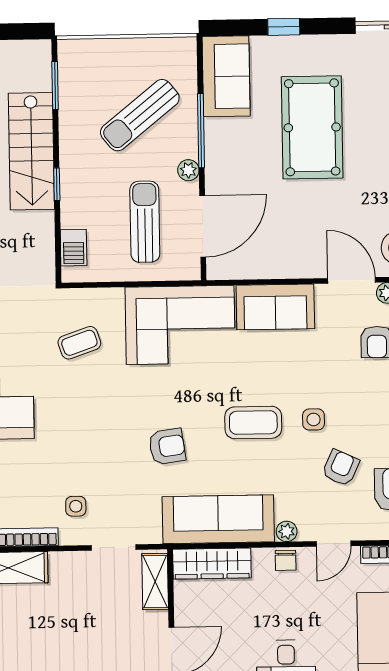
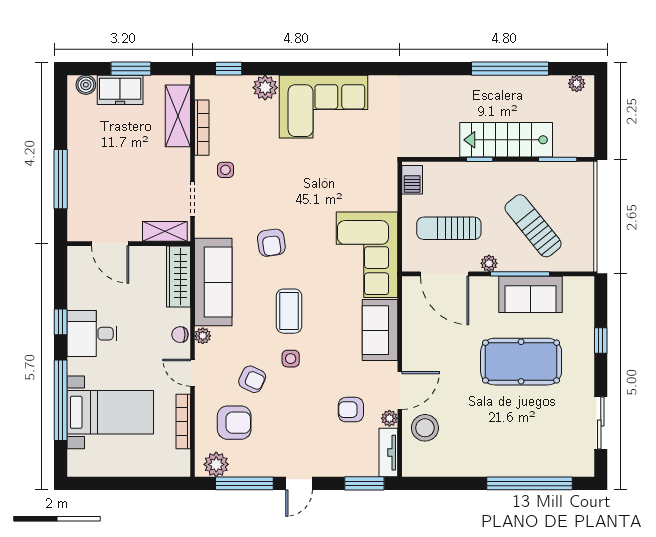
sofa: (226, 76) -> (530, 294), moved
sun lounger: (145, 222) -> (449, 228), turned 180
barbecue: (74, 248) -> (412, 180), moved, turned -90
coffee table: (79, 343) -> (354, 175), removed

